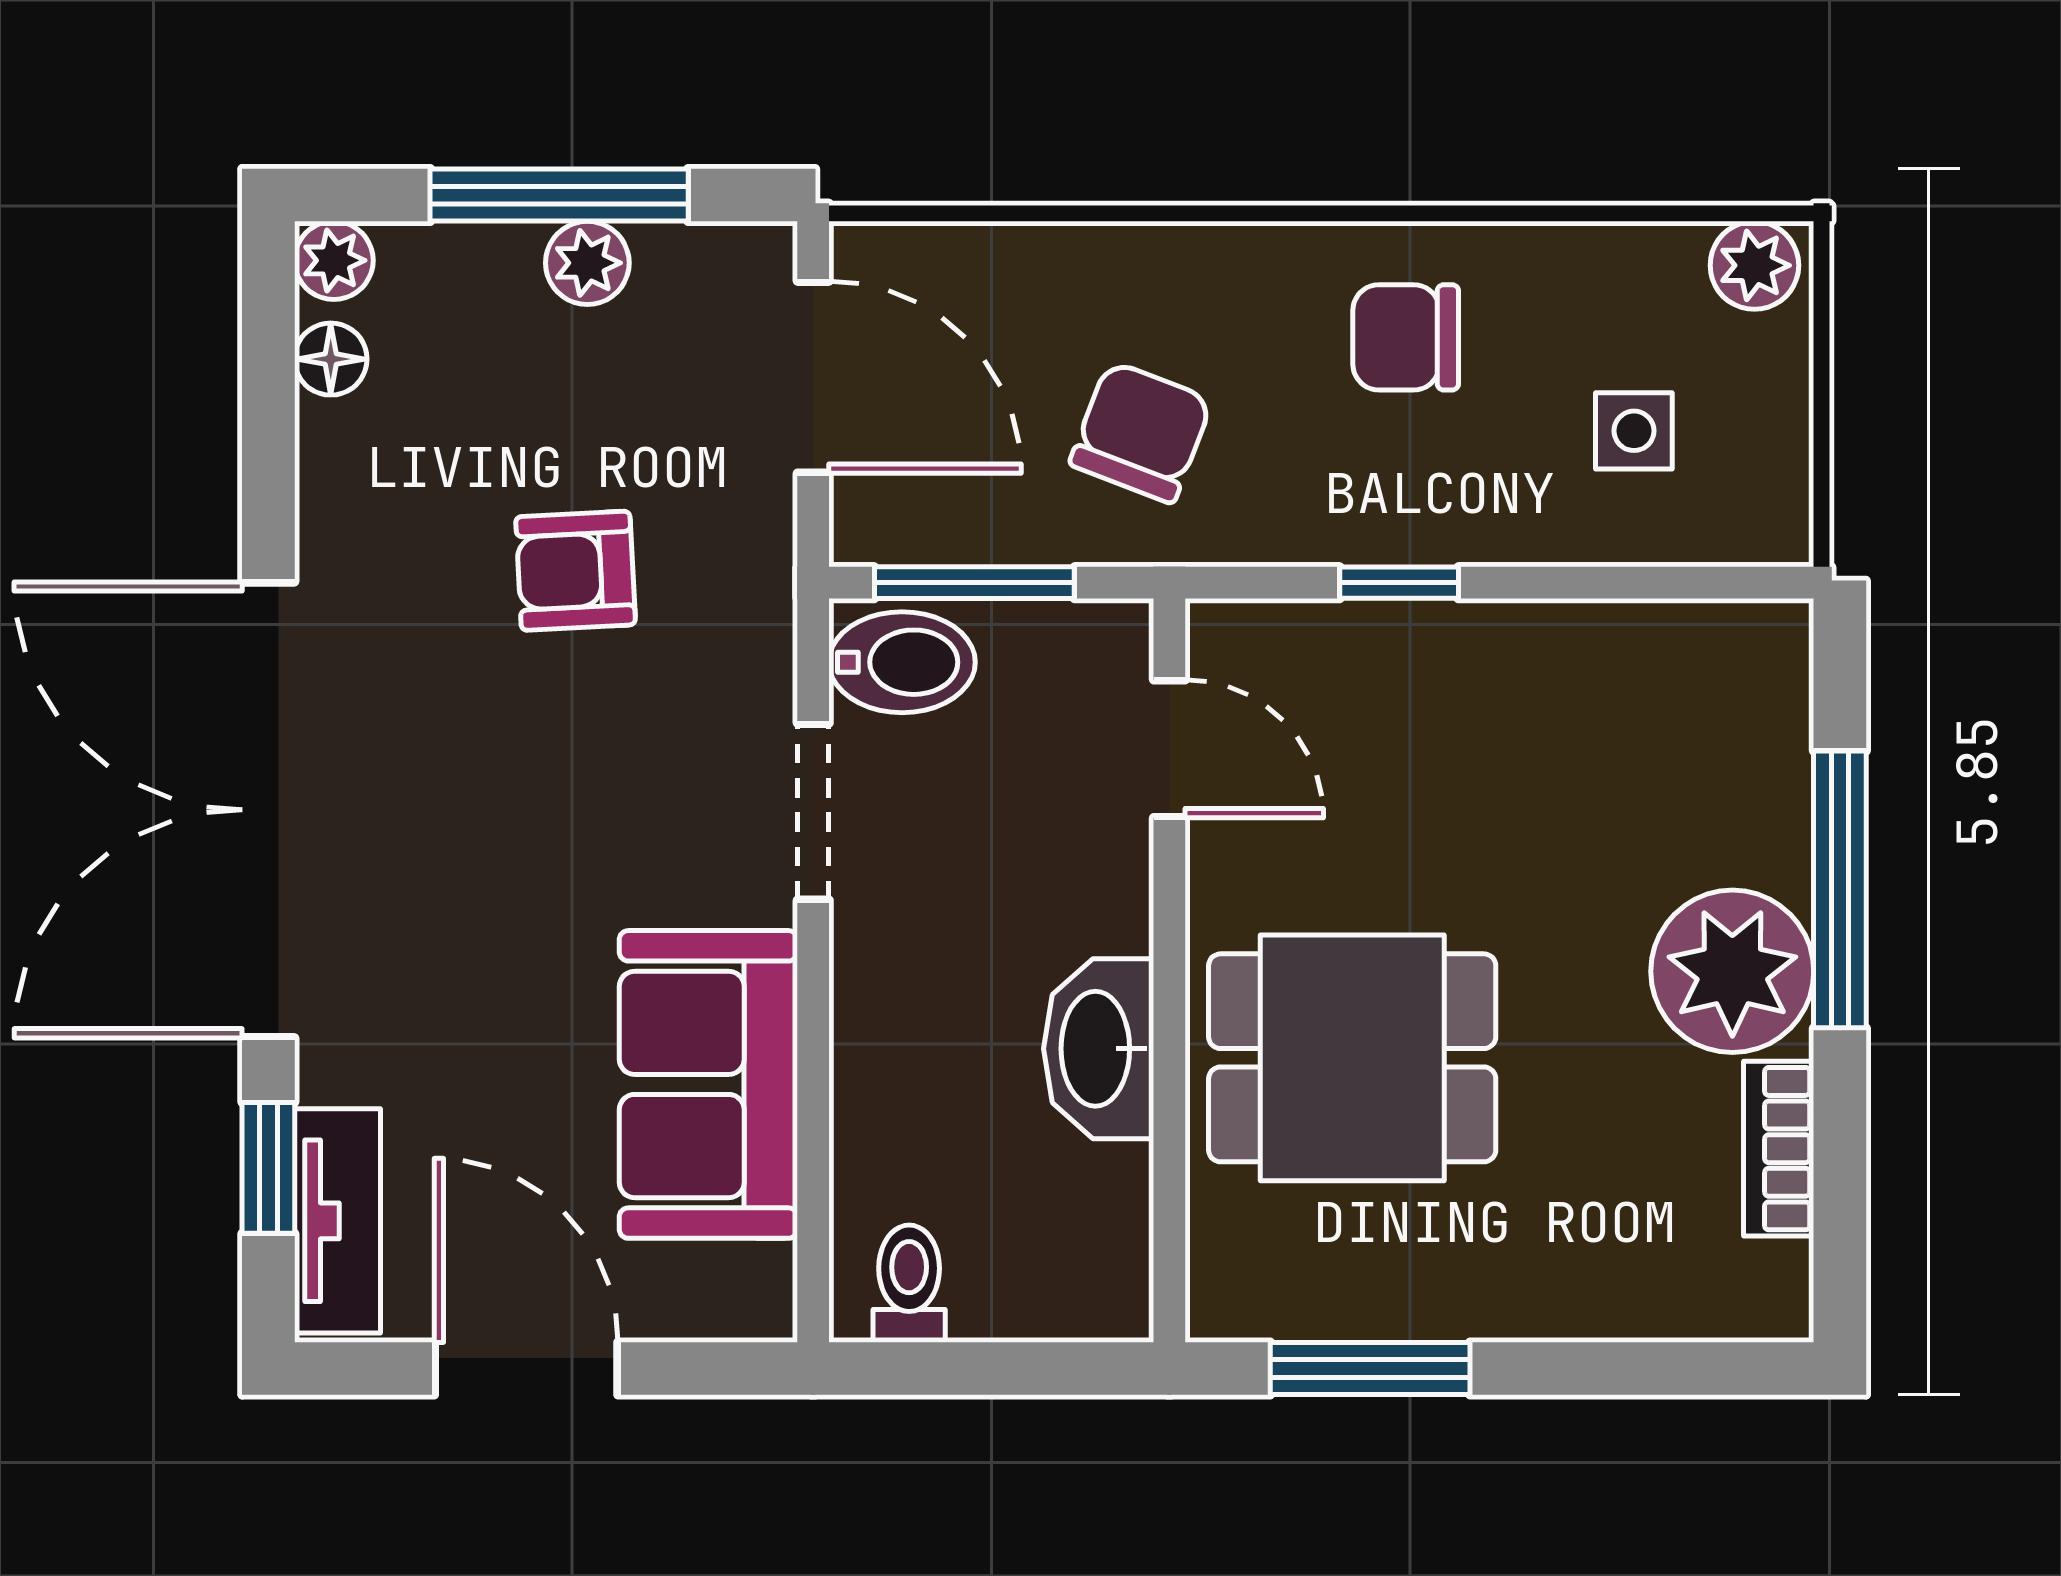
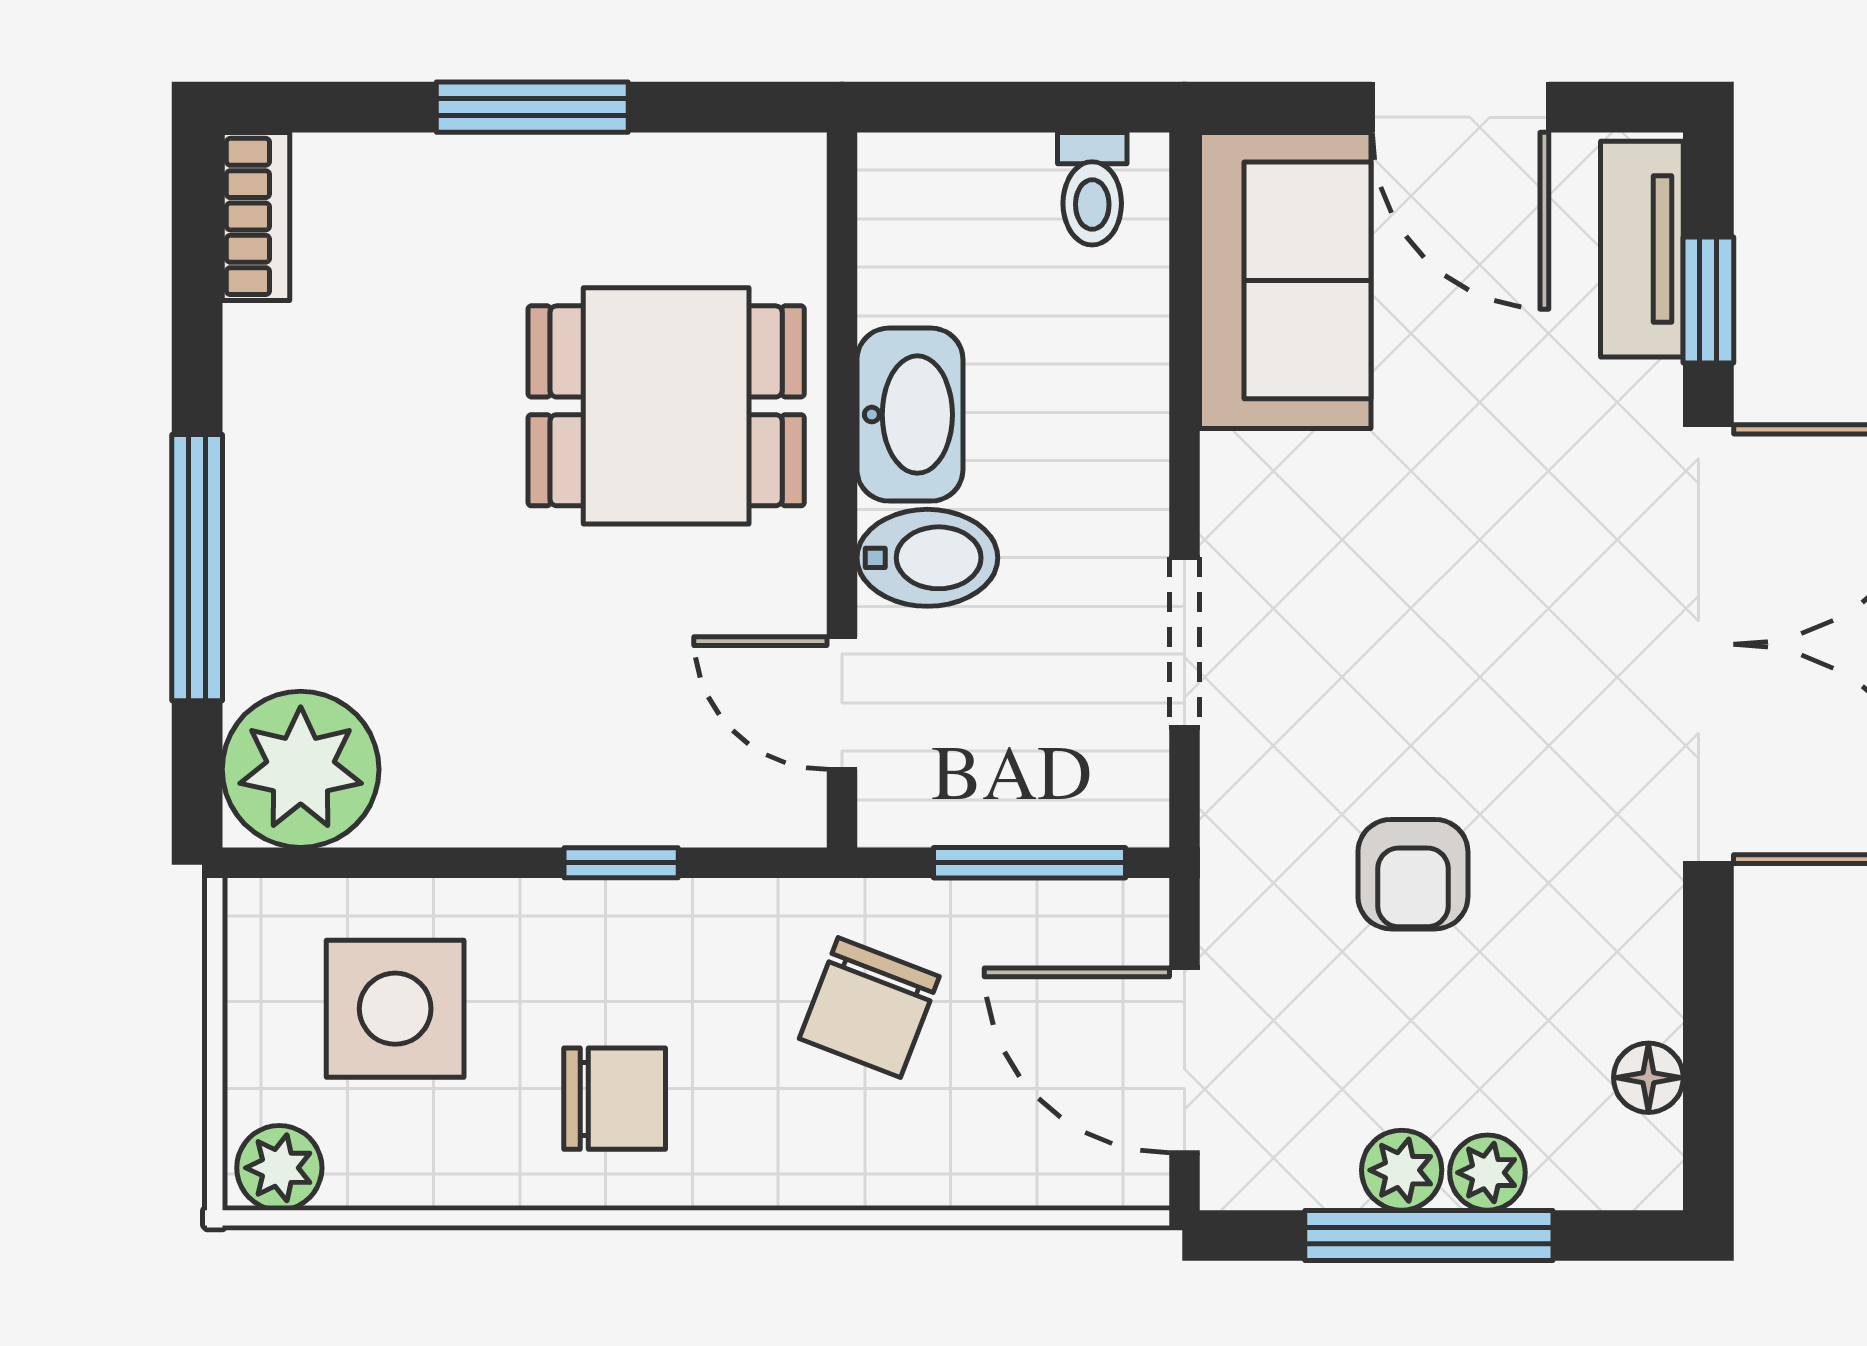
plant: (334, 260) -> (1487, 1173), moved
side table: (1634, 431) -> (395, 1009), width x1.87, depth x1.87
armchair: (576, 571) -> (1413, 874), turned 93
bidet: (902, 662) -> (927, 558), moved, turned 180
plant: (1732, 971) -> (301, 769), moved
sofa: (708, 1084) -> (1285, 280), moved
bookcase: (1779, 1149) -> (256, 216), moved
window: (1370, 1368) -> (532, 107), moved

